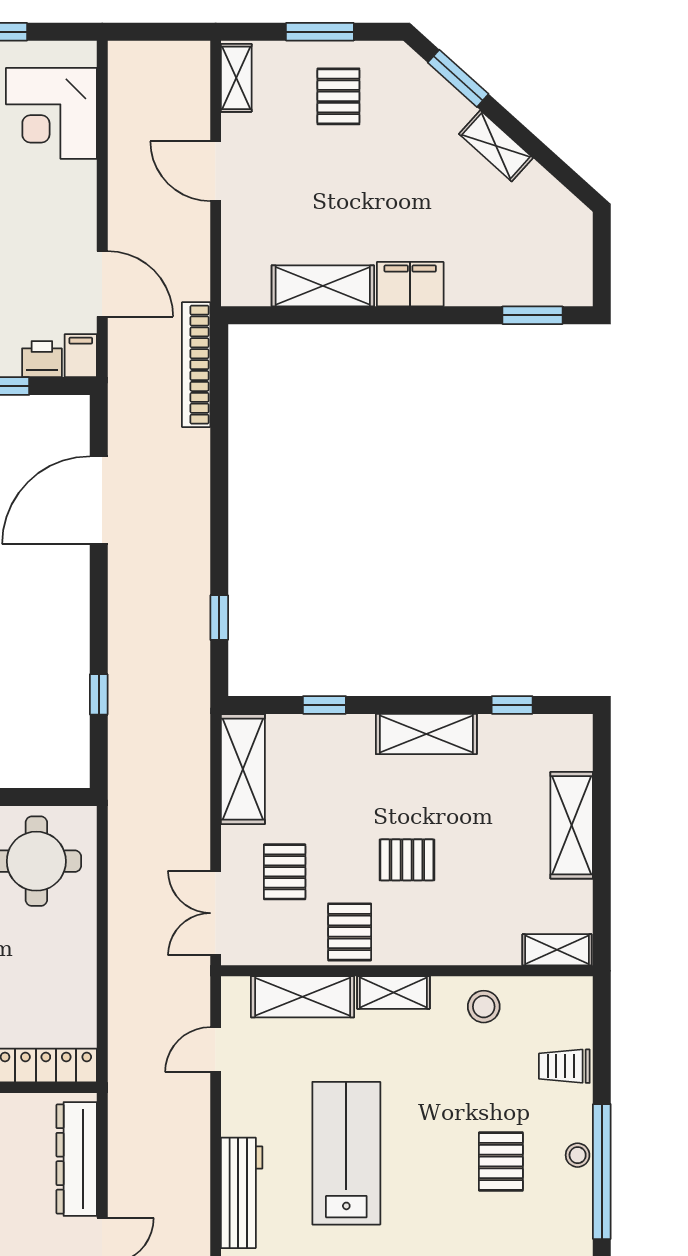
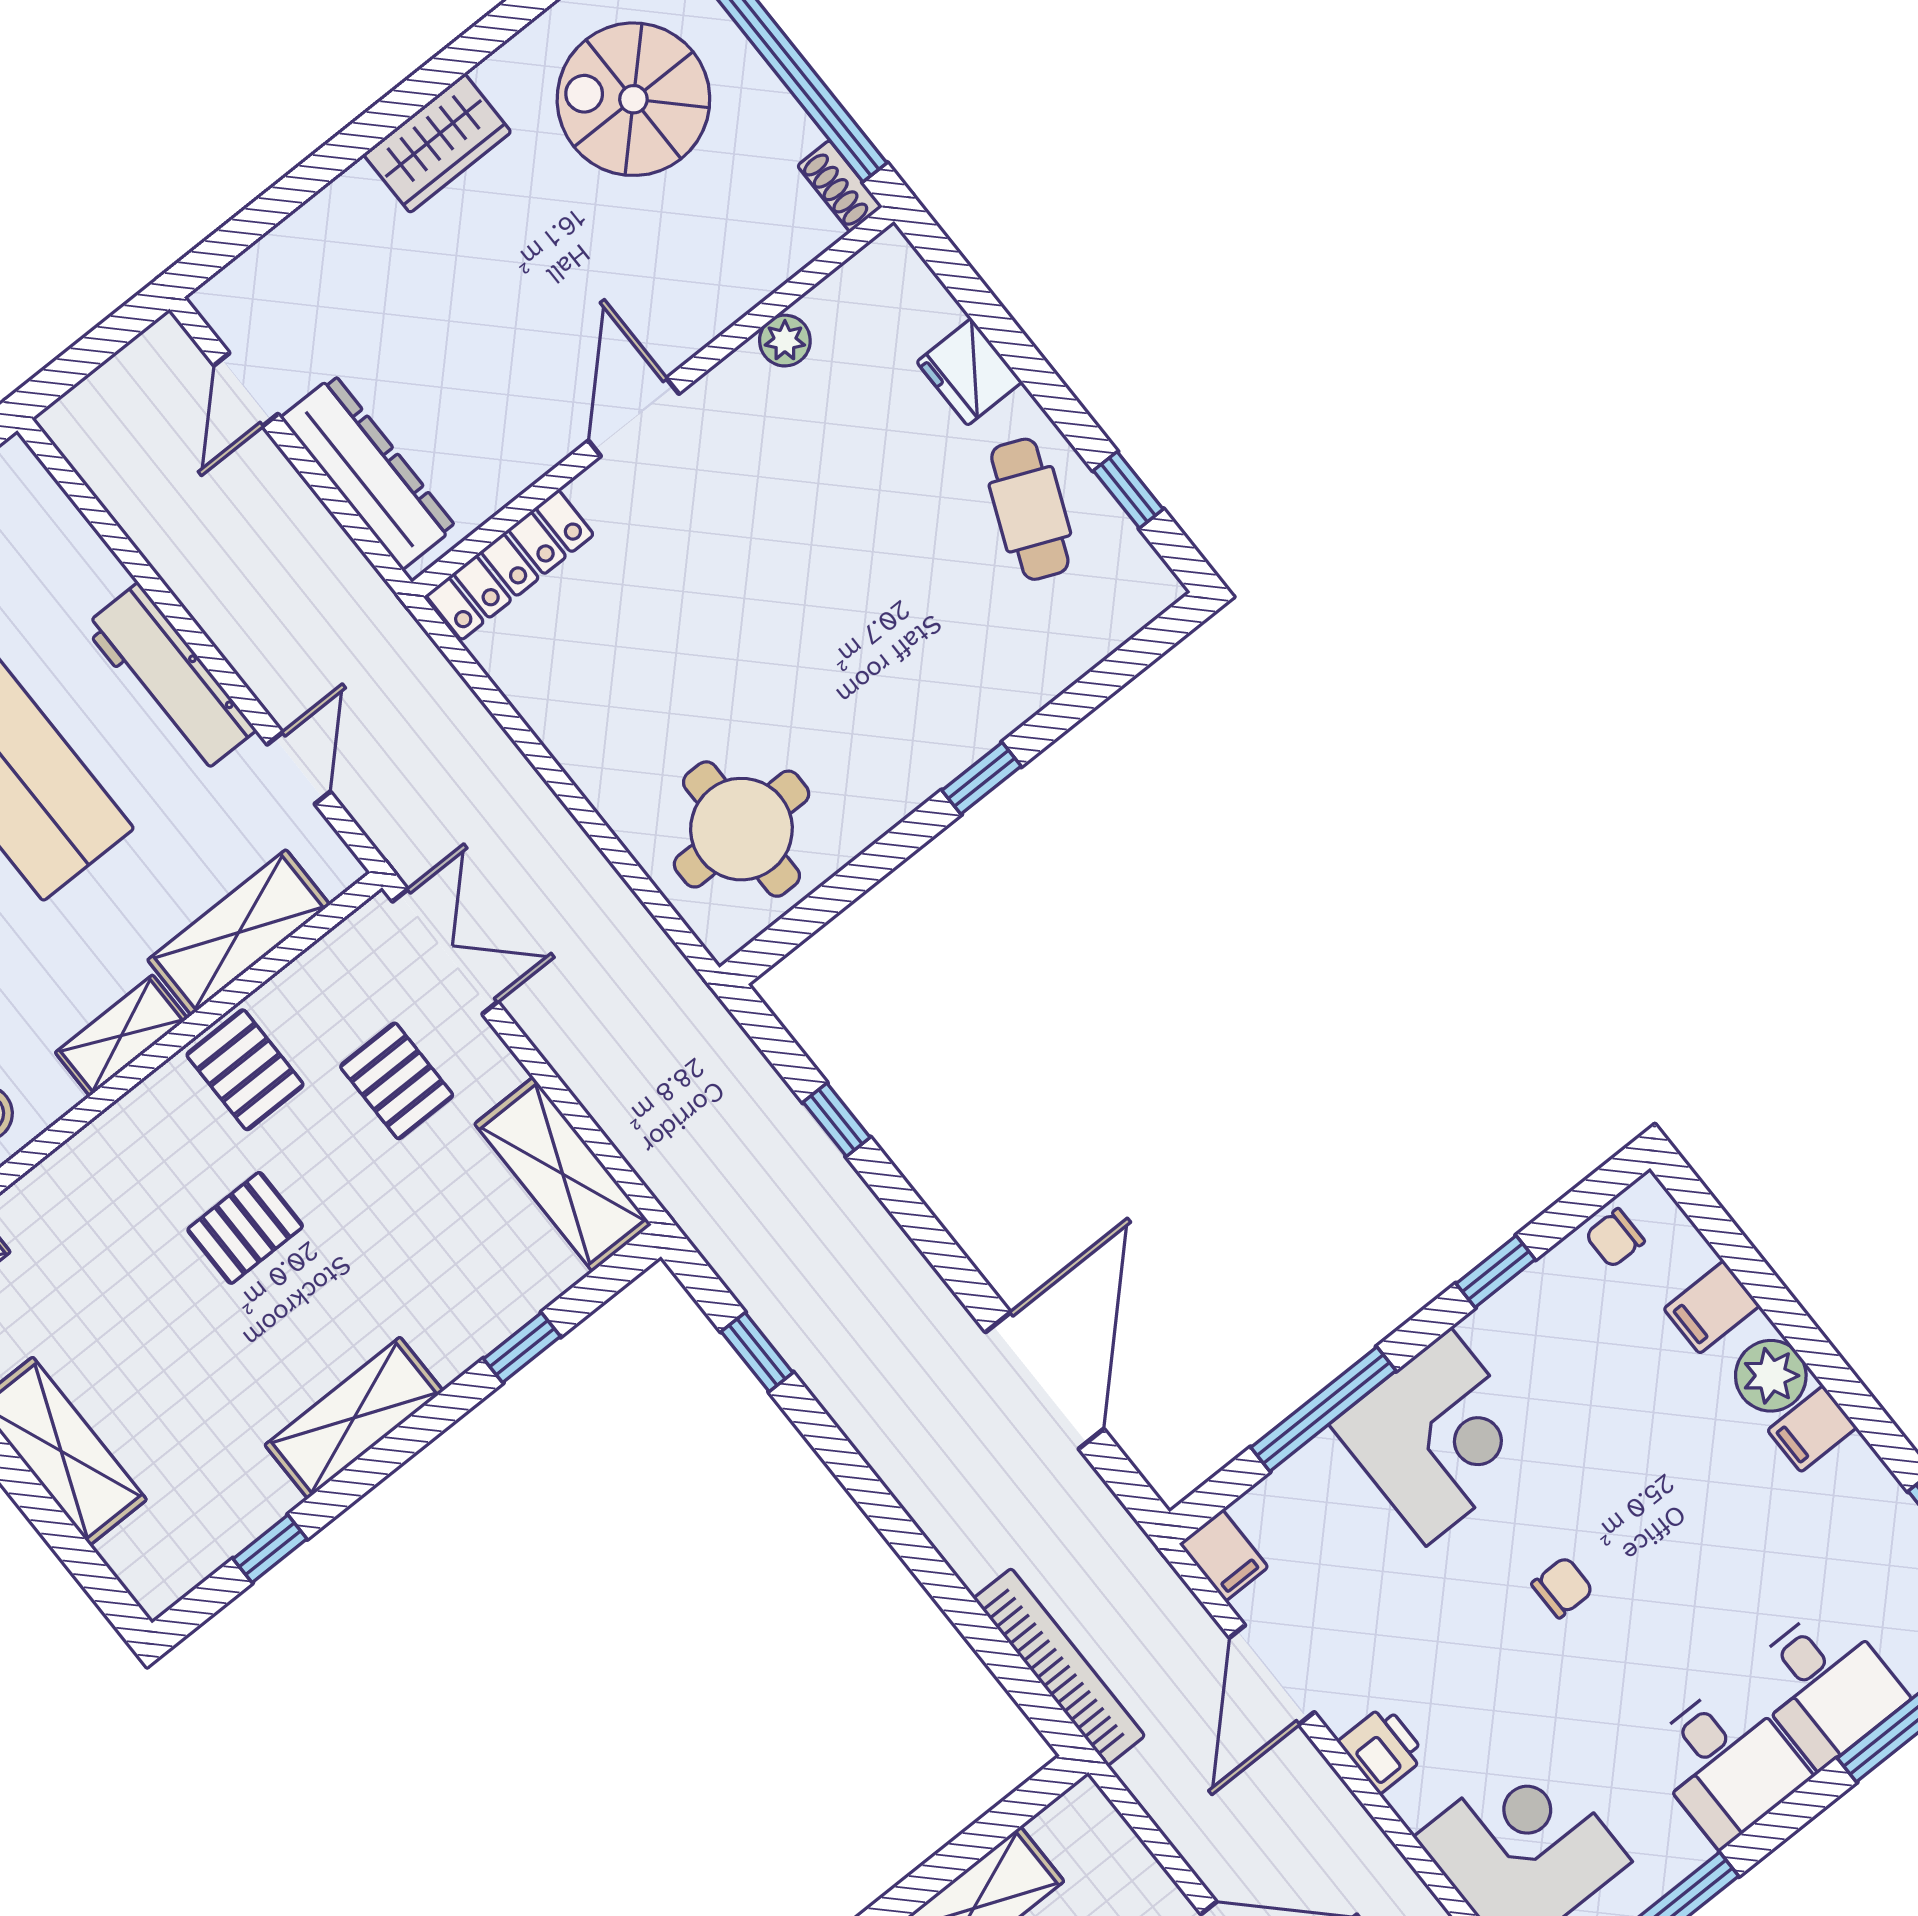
door: (102, 284) -> (1272, 1675), hinge flipped
printer: (42, 359) -> (1382, 1749), moved, turned -90
workbench: (242, 1193) -> (170, 678), moved

